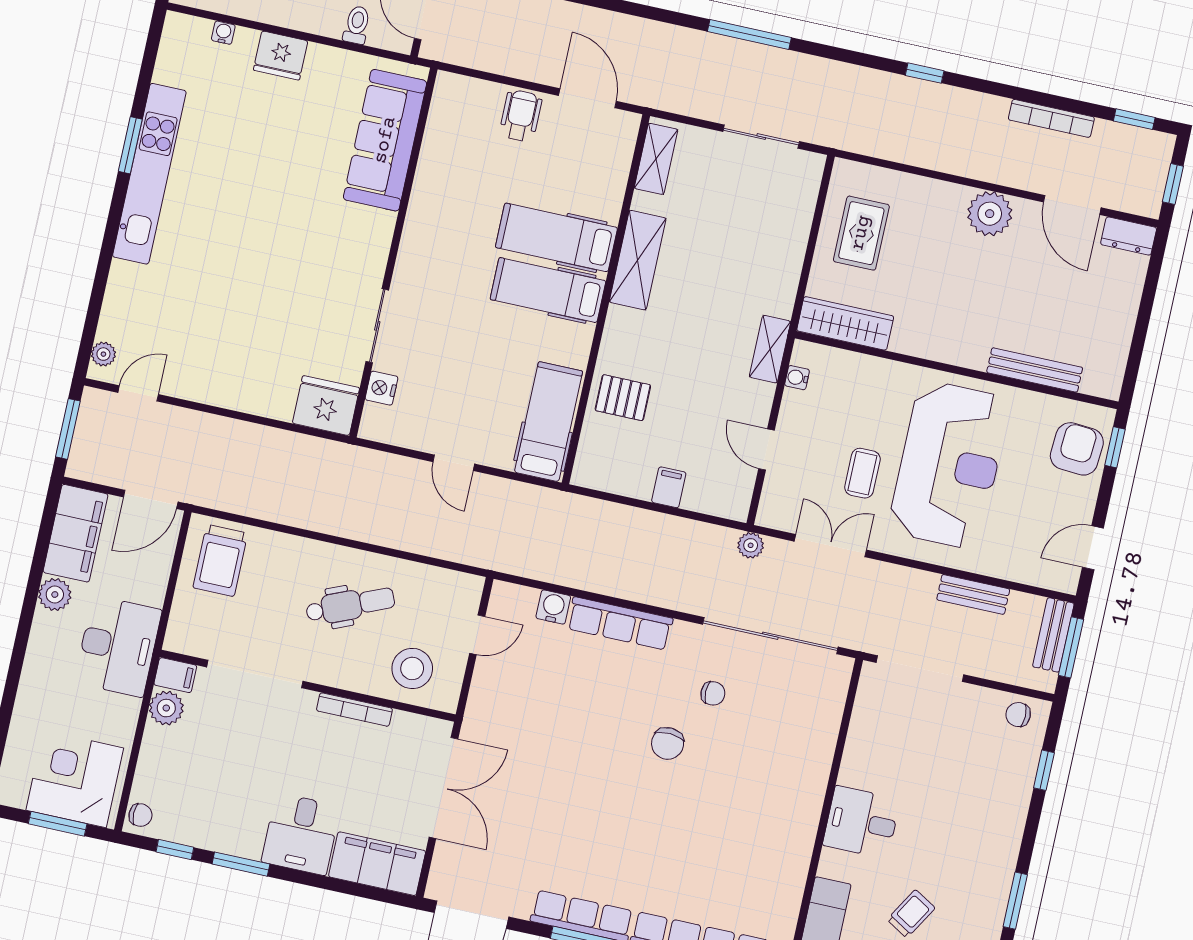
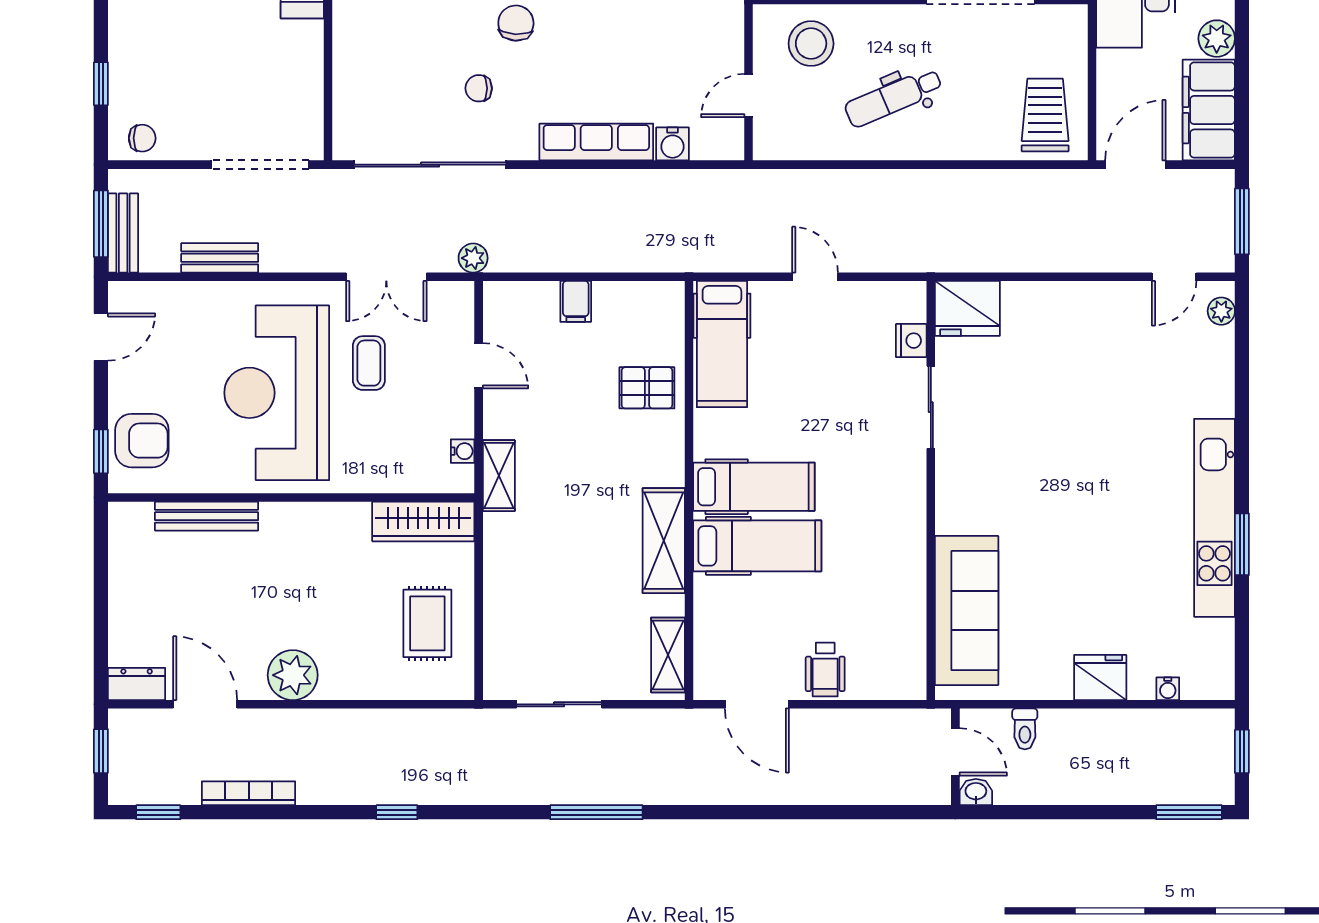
armchair: (1077, 449) -> (142, 441), turned -94

